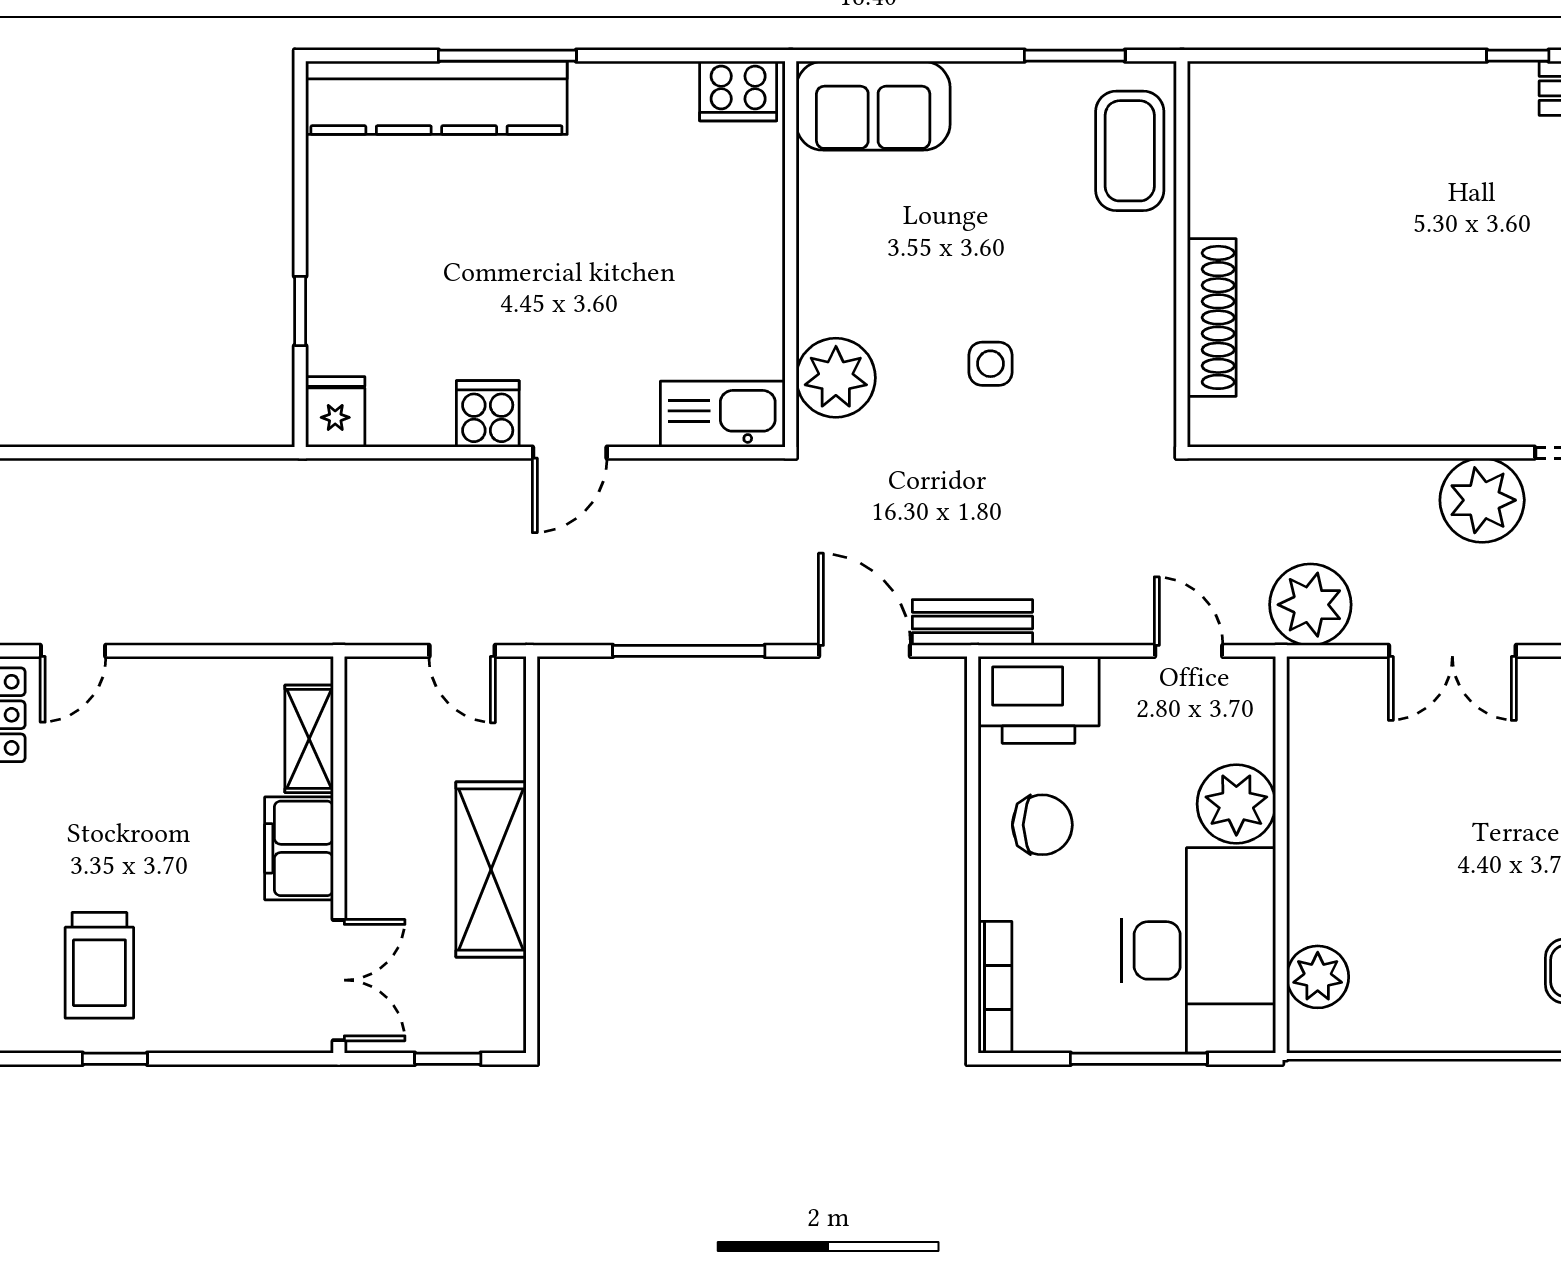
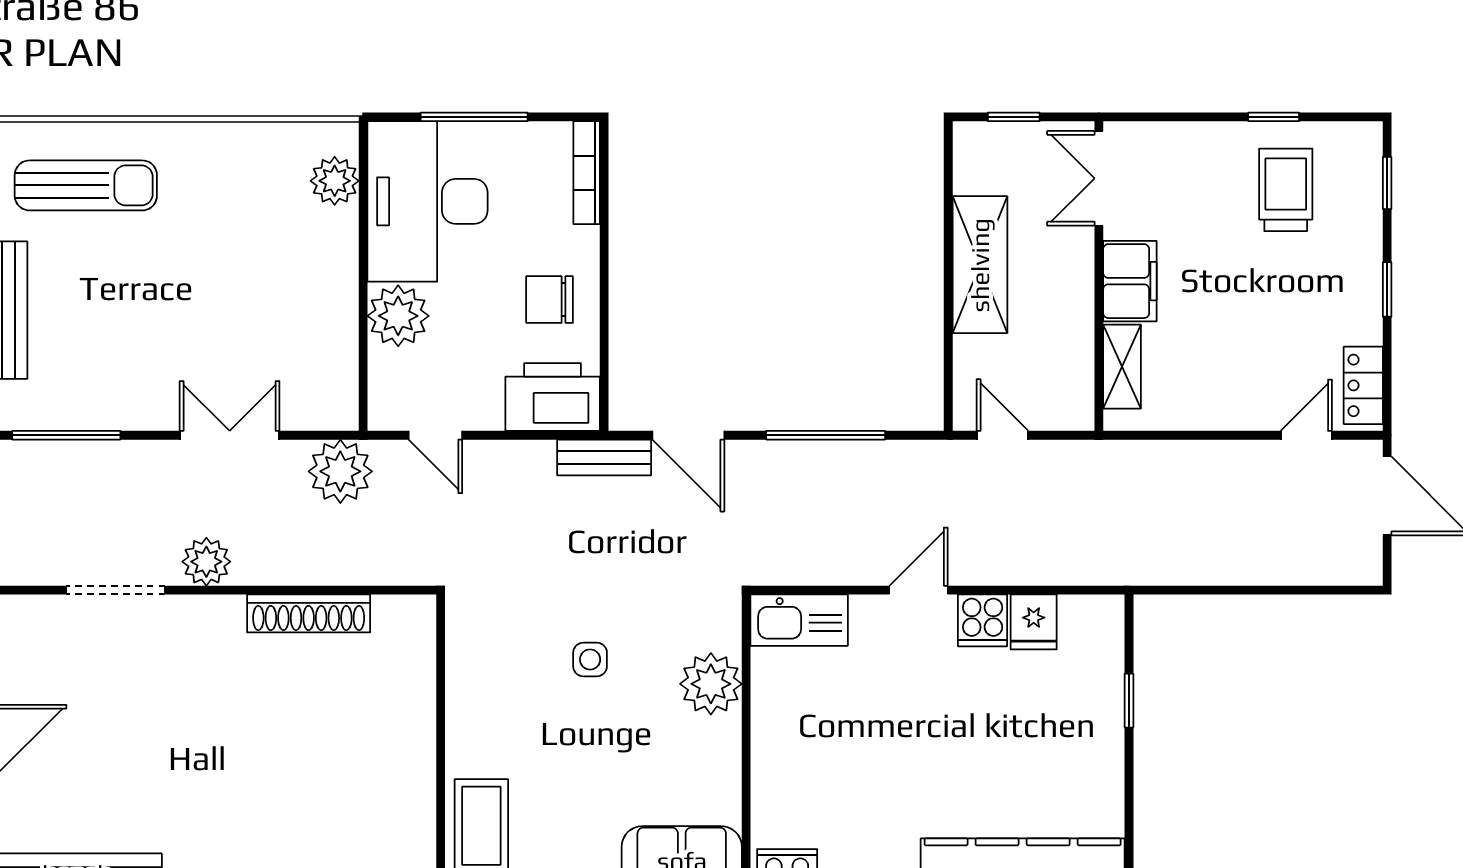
shoe rack: (1212, 317) -> (309, 613), moved, turned -90
plant: (836, 378) -> (711, 684), moved
fridge: (335, 412) -> (1034, 622), moved
plant: (1482, 500) -> (206, 562), width x0.73, depth x0.73

